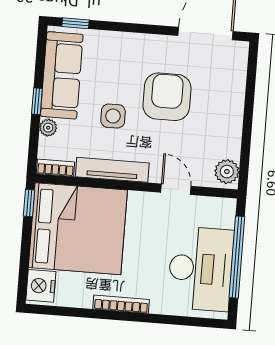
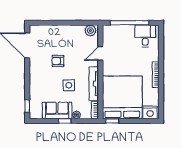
sofa: (62, 75) -> (57, 110), width x0.73
armchair: (167, 97) -> (58, 61), width x0.53, depth x0.53
desk: (201, 269) -> (145, 36), width x0.53, depth x0.77

